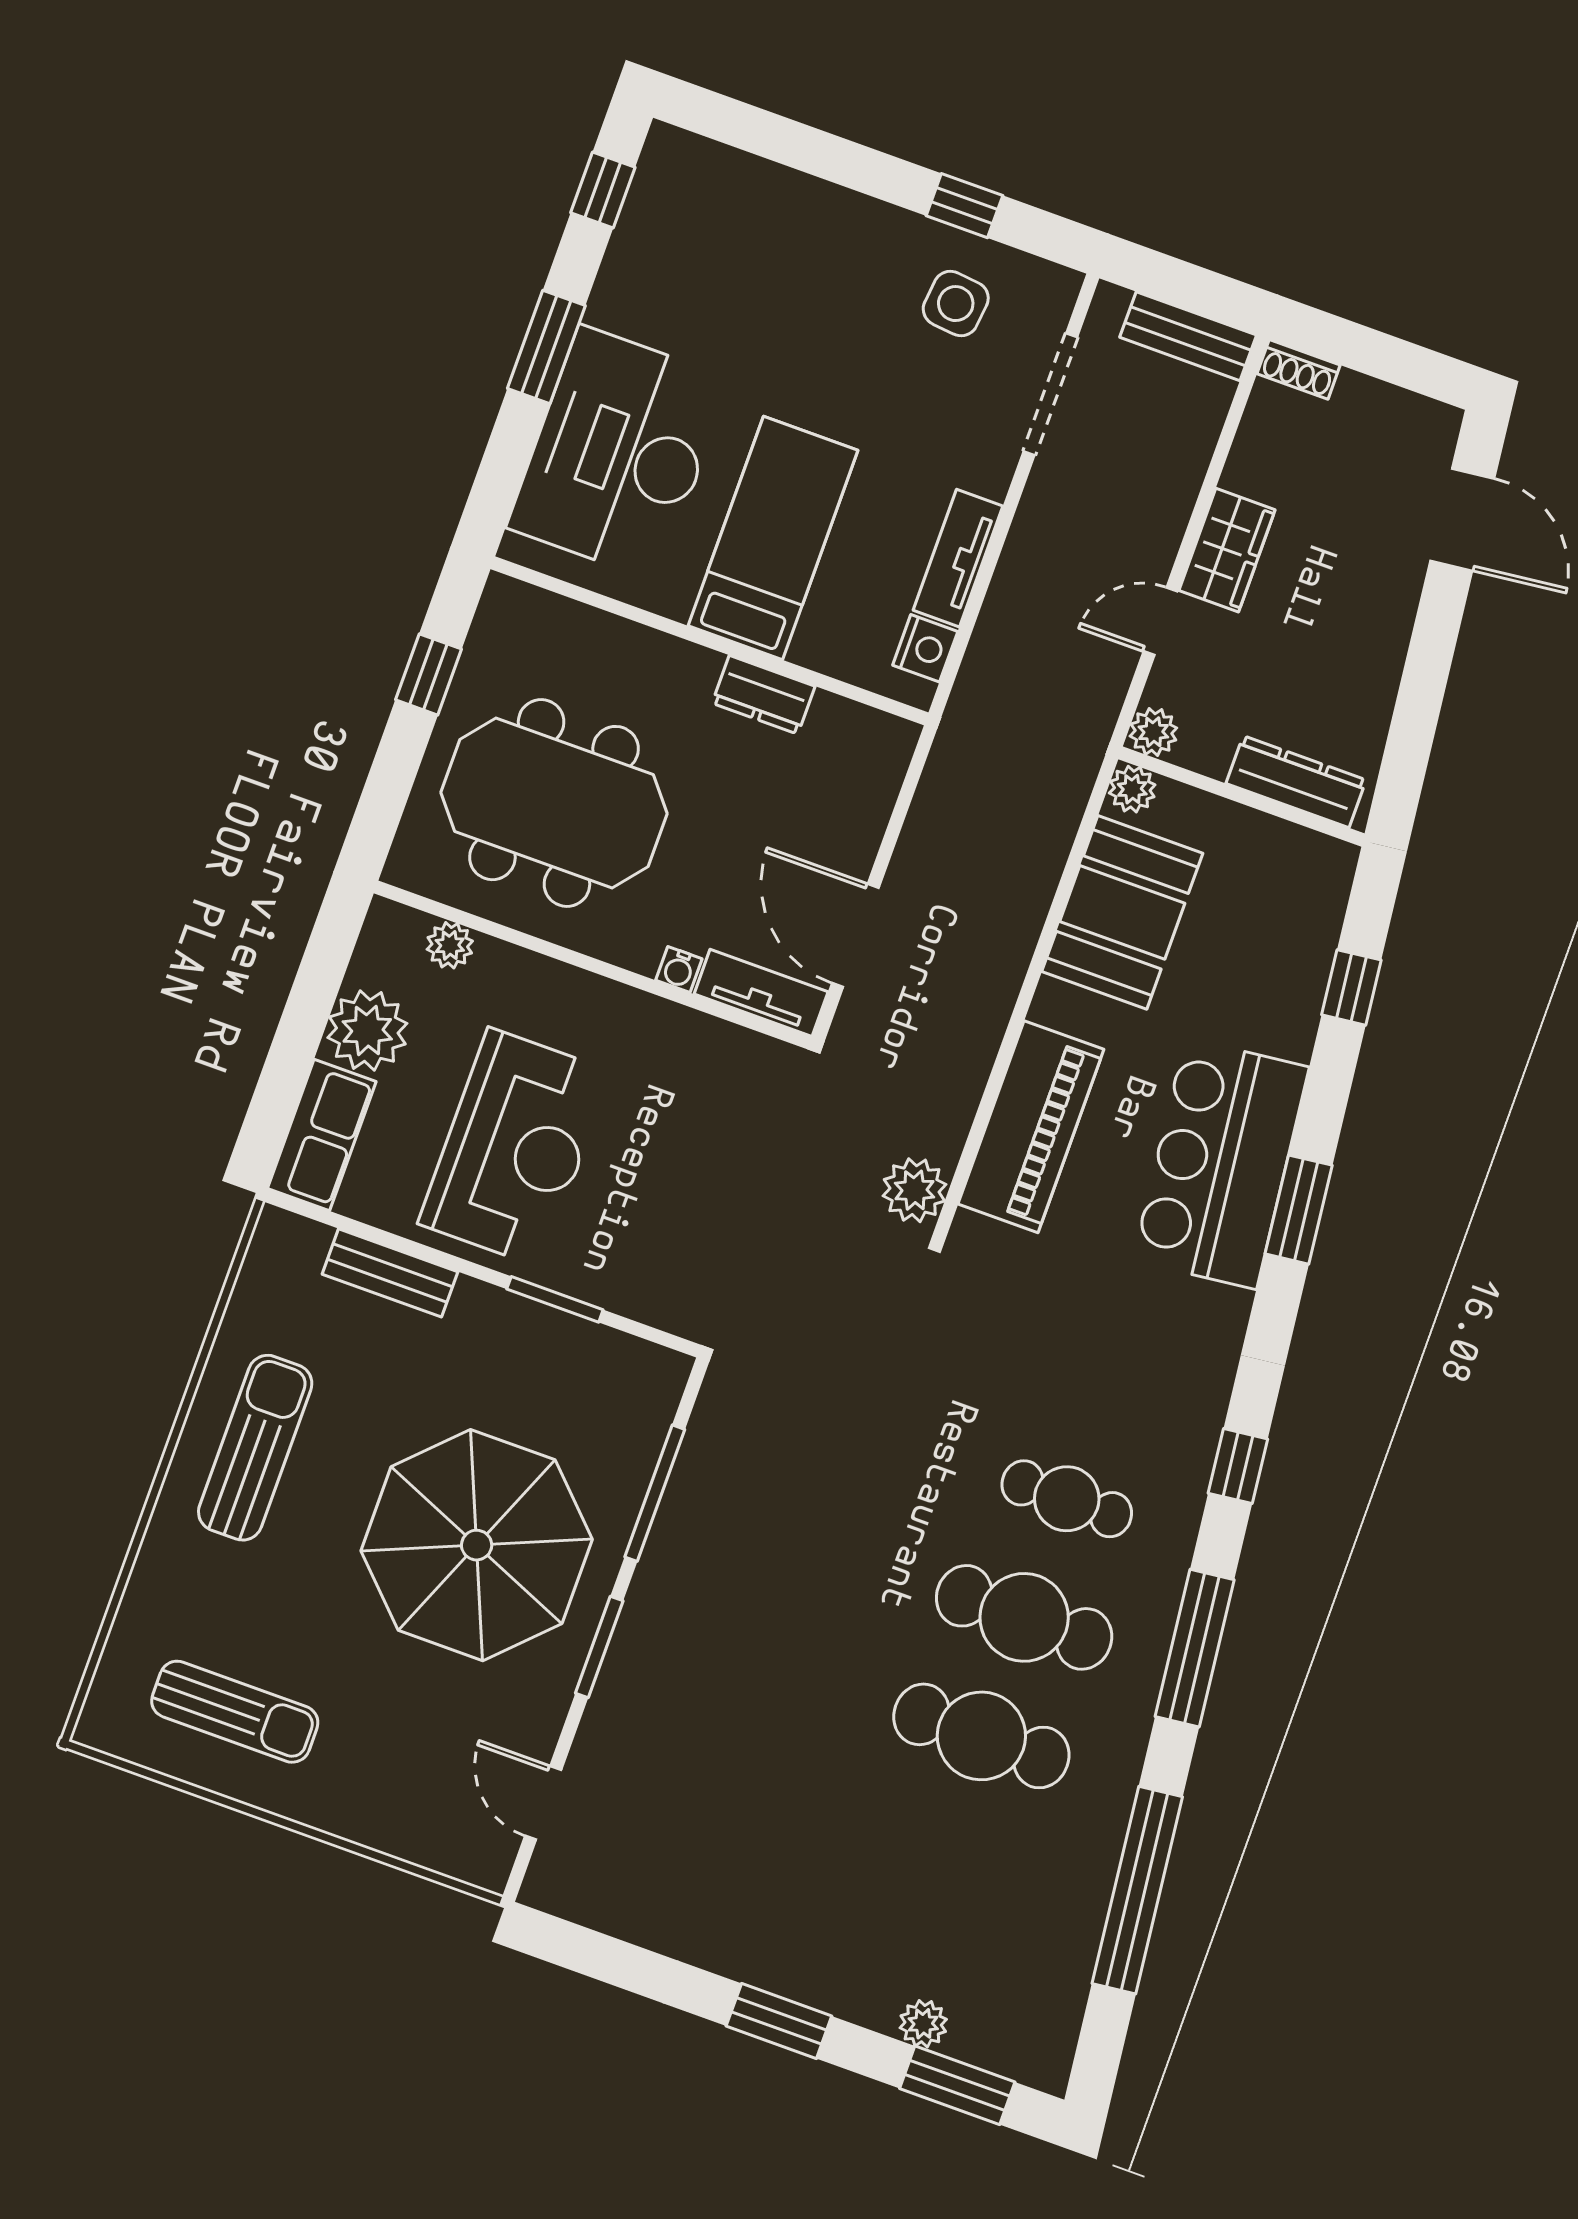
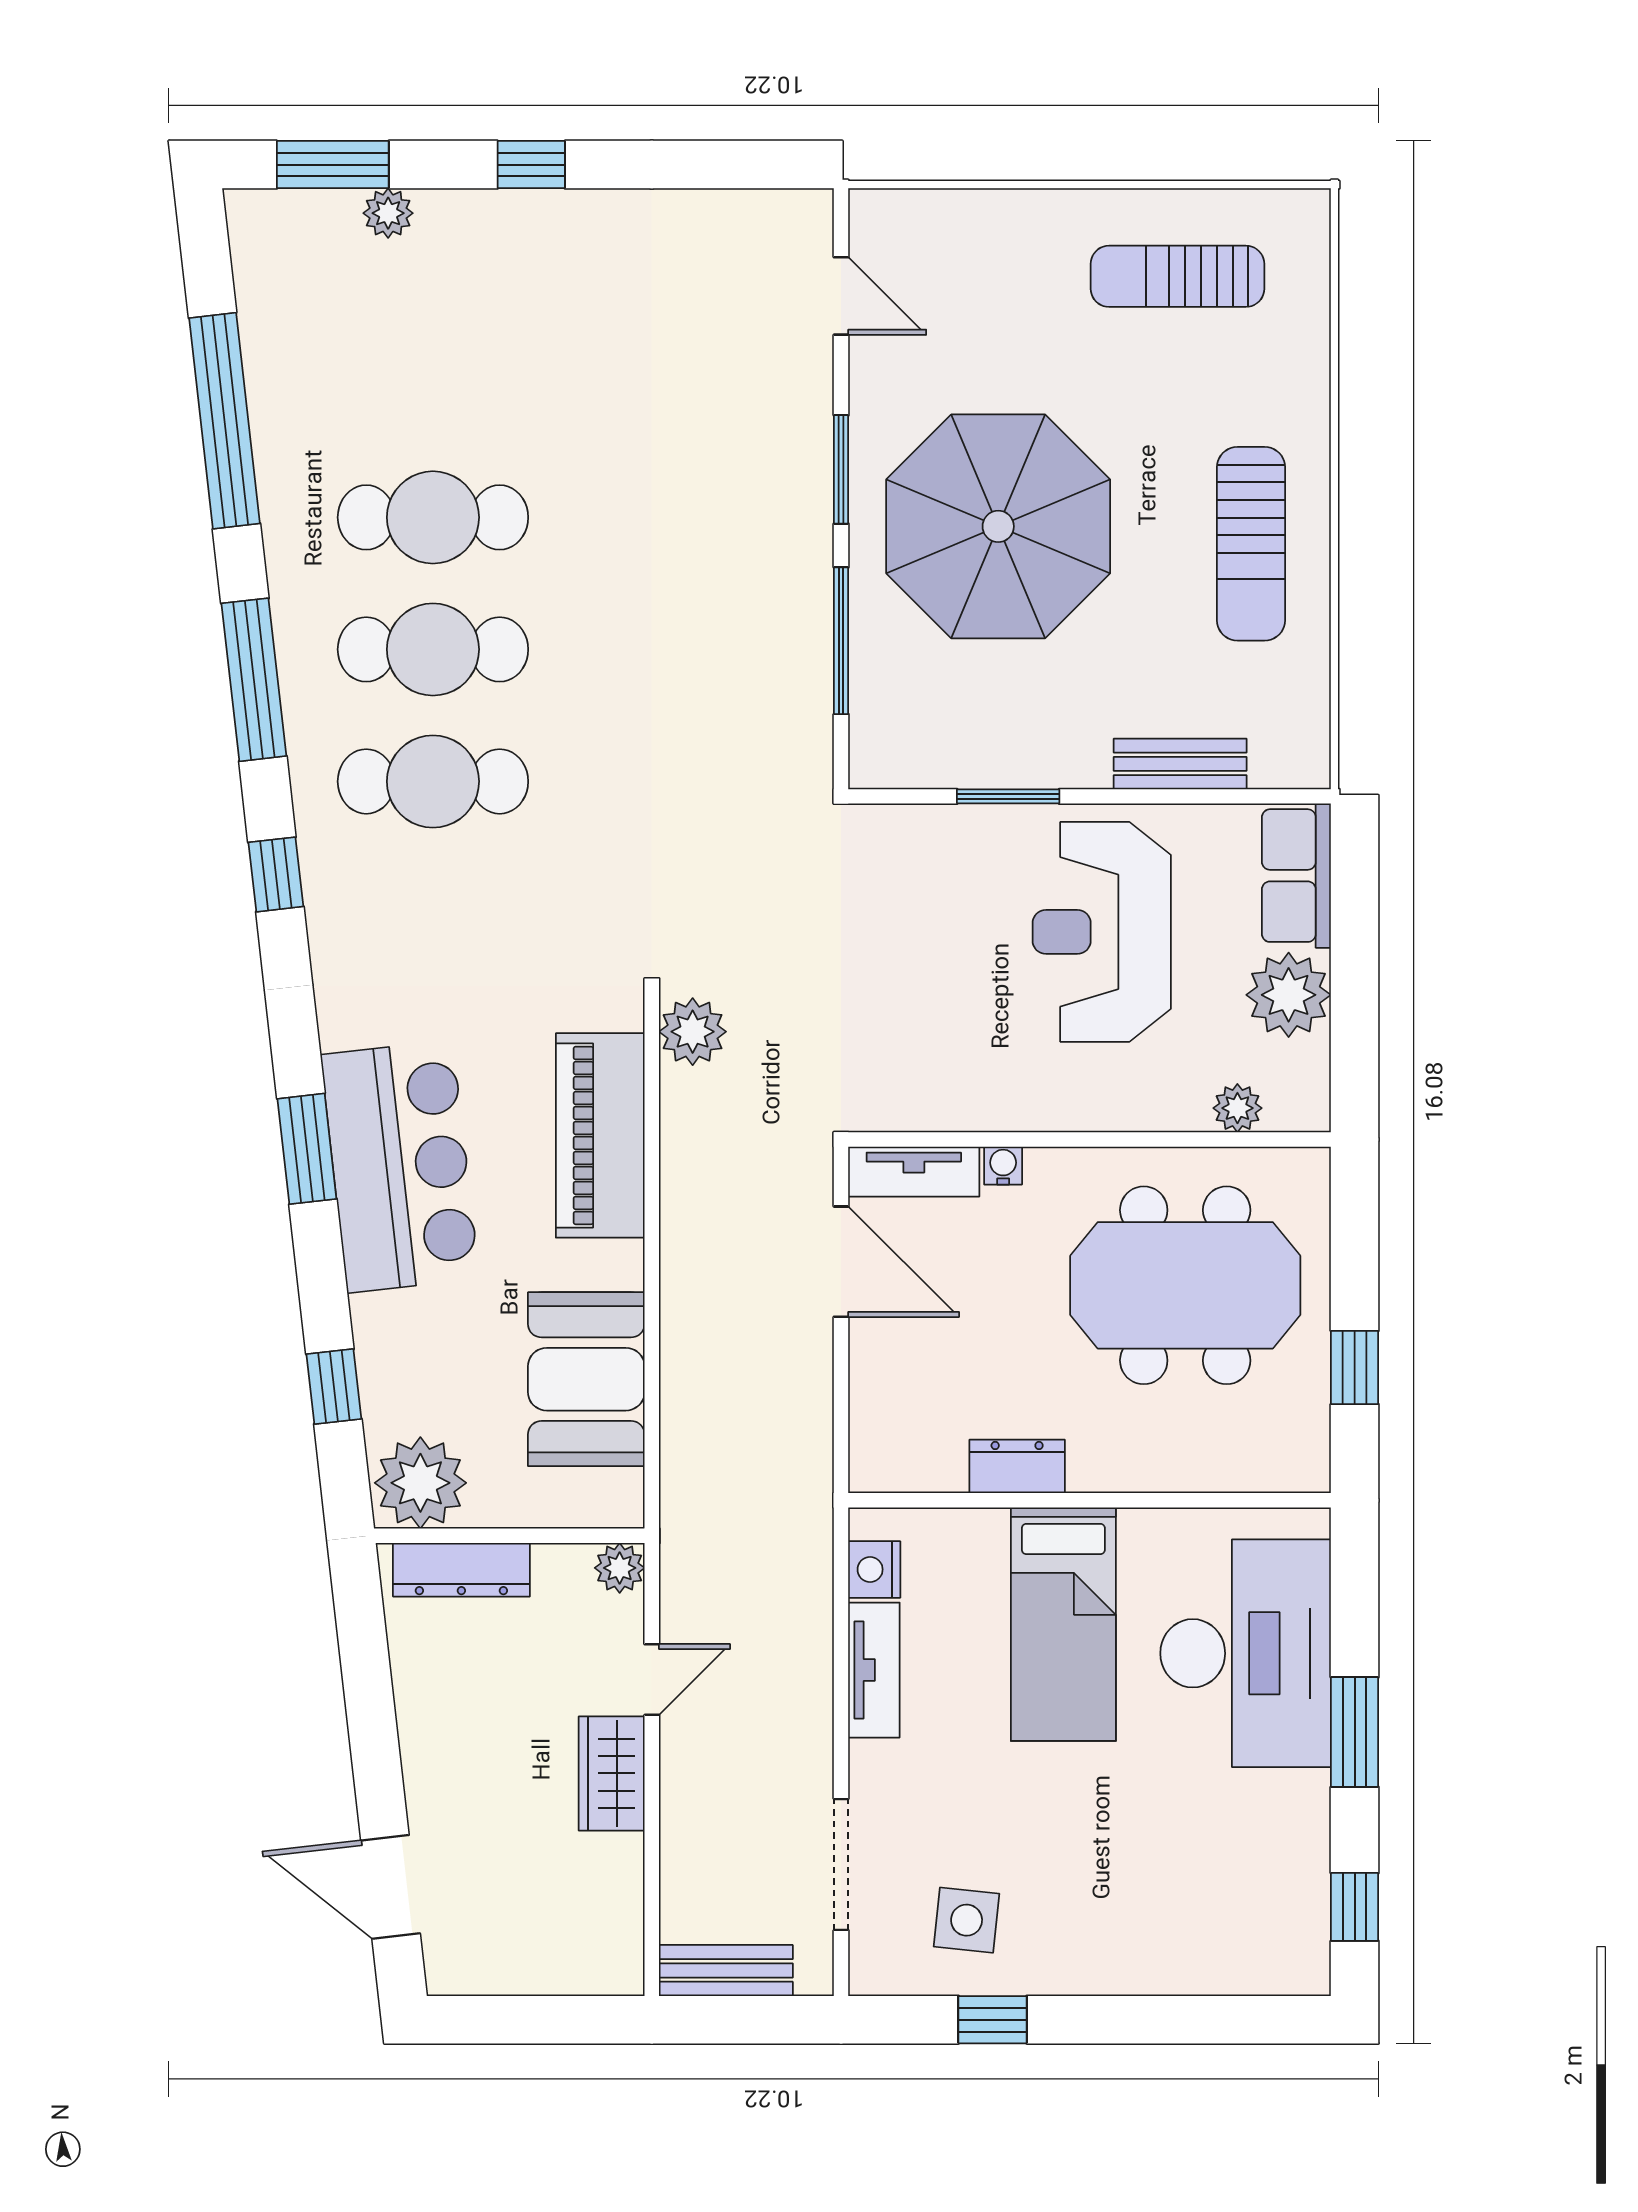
shoe rack: (1299, 369) -> (605, 1977), removed
plant: (1132, 789) -> (420, 1483), moved, width x1.88, depth x1.88
cafe table: (1067, 1499) -> (433, 781), width x1.37, depth x1.35
window: (779, 2021) -> (531, 165), width x0.67

